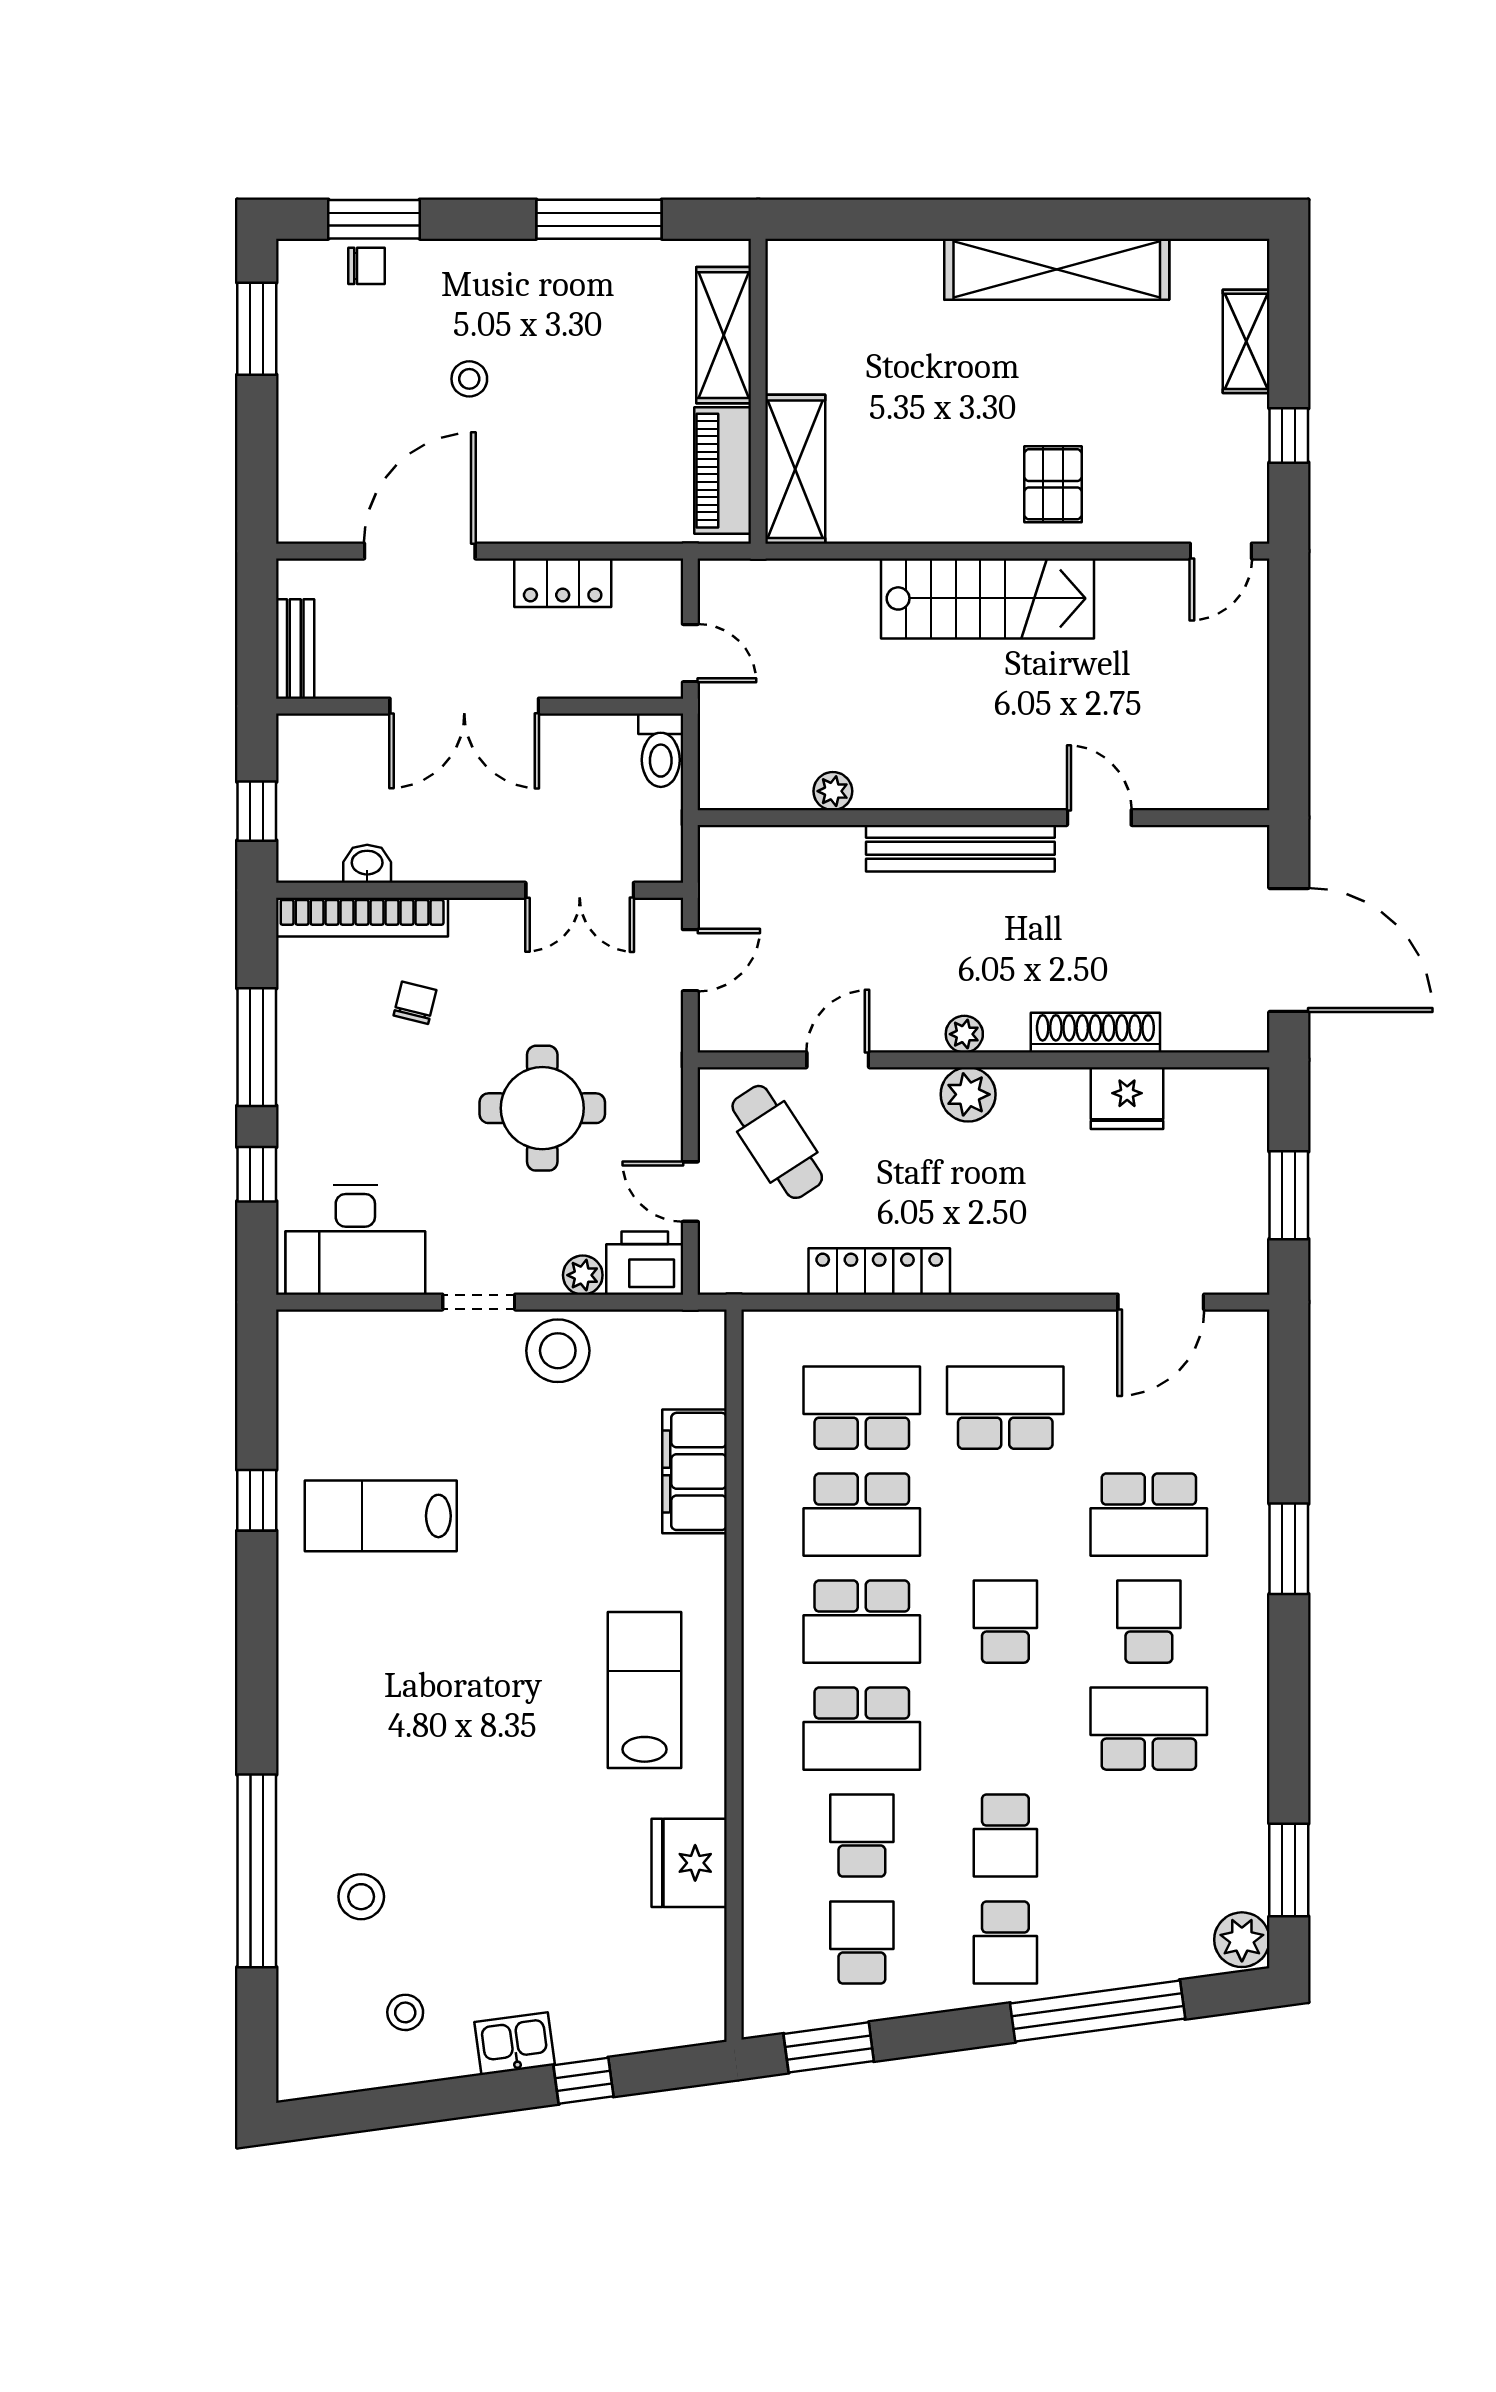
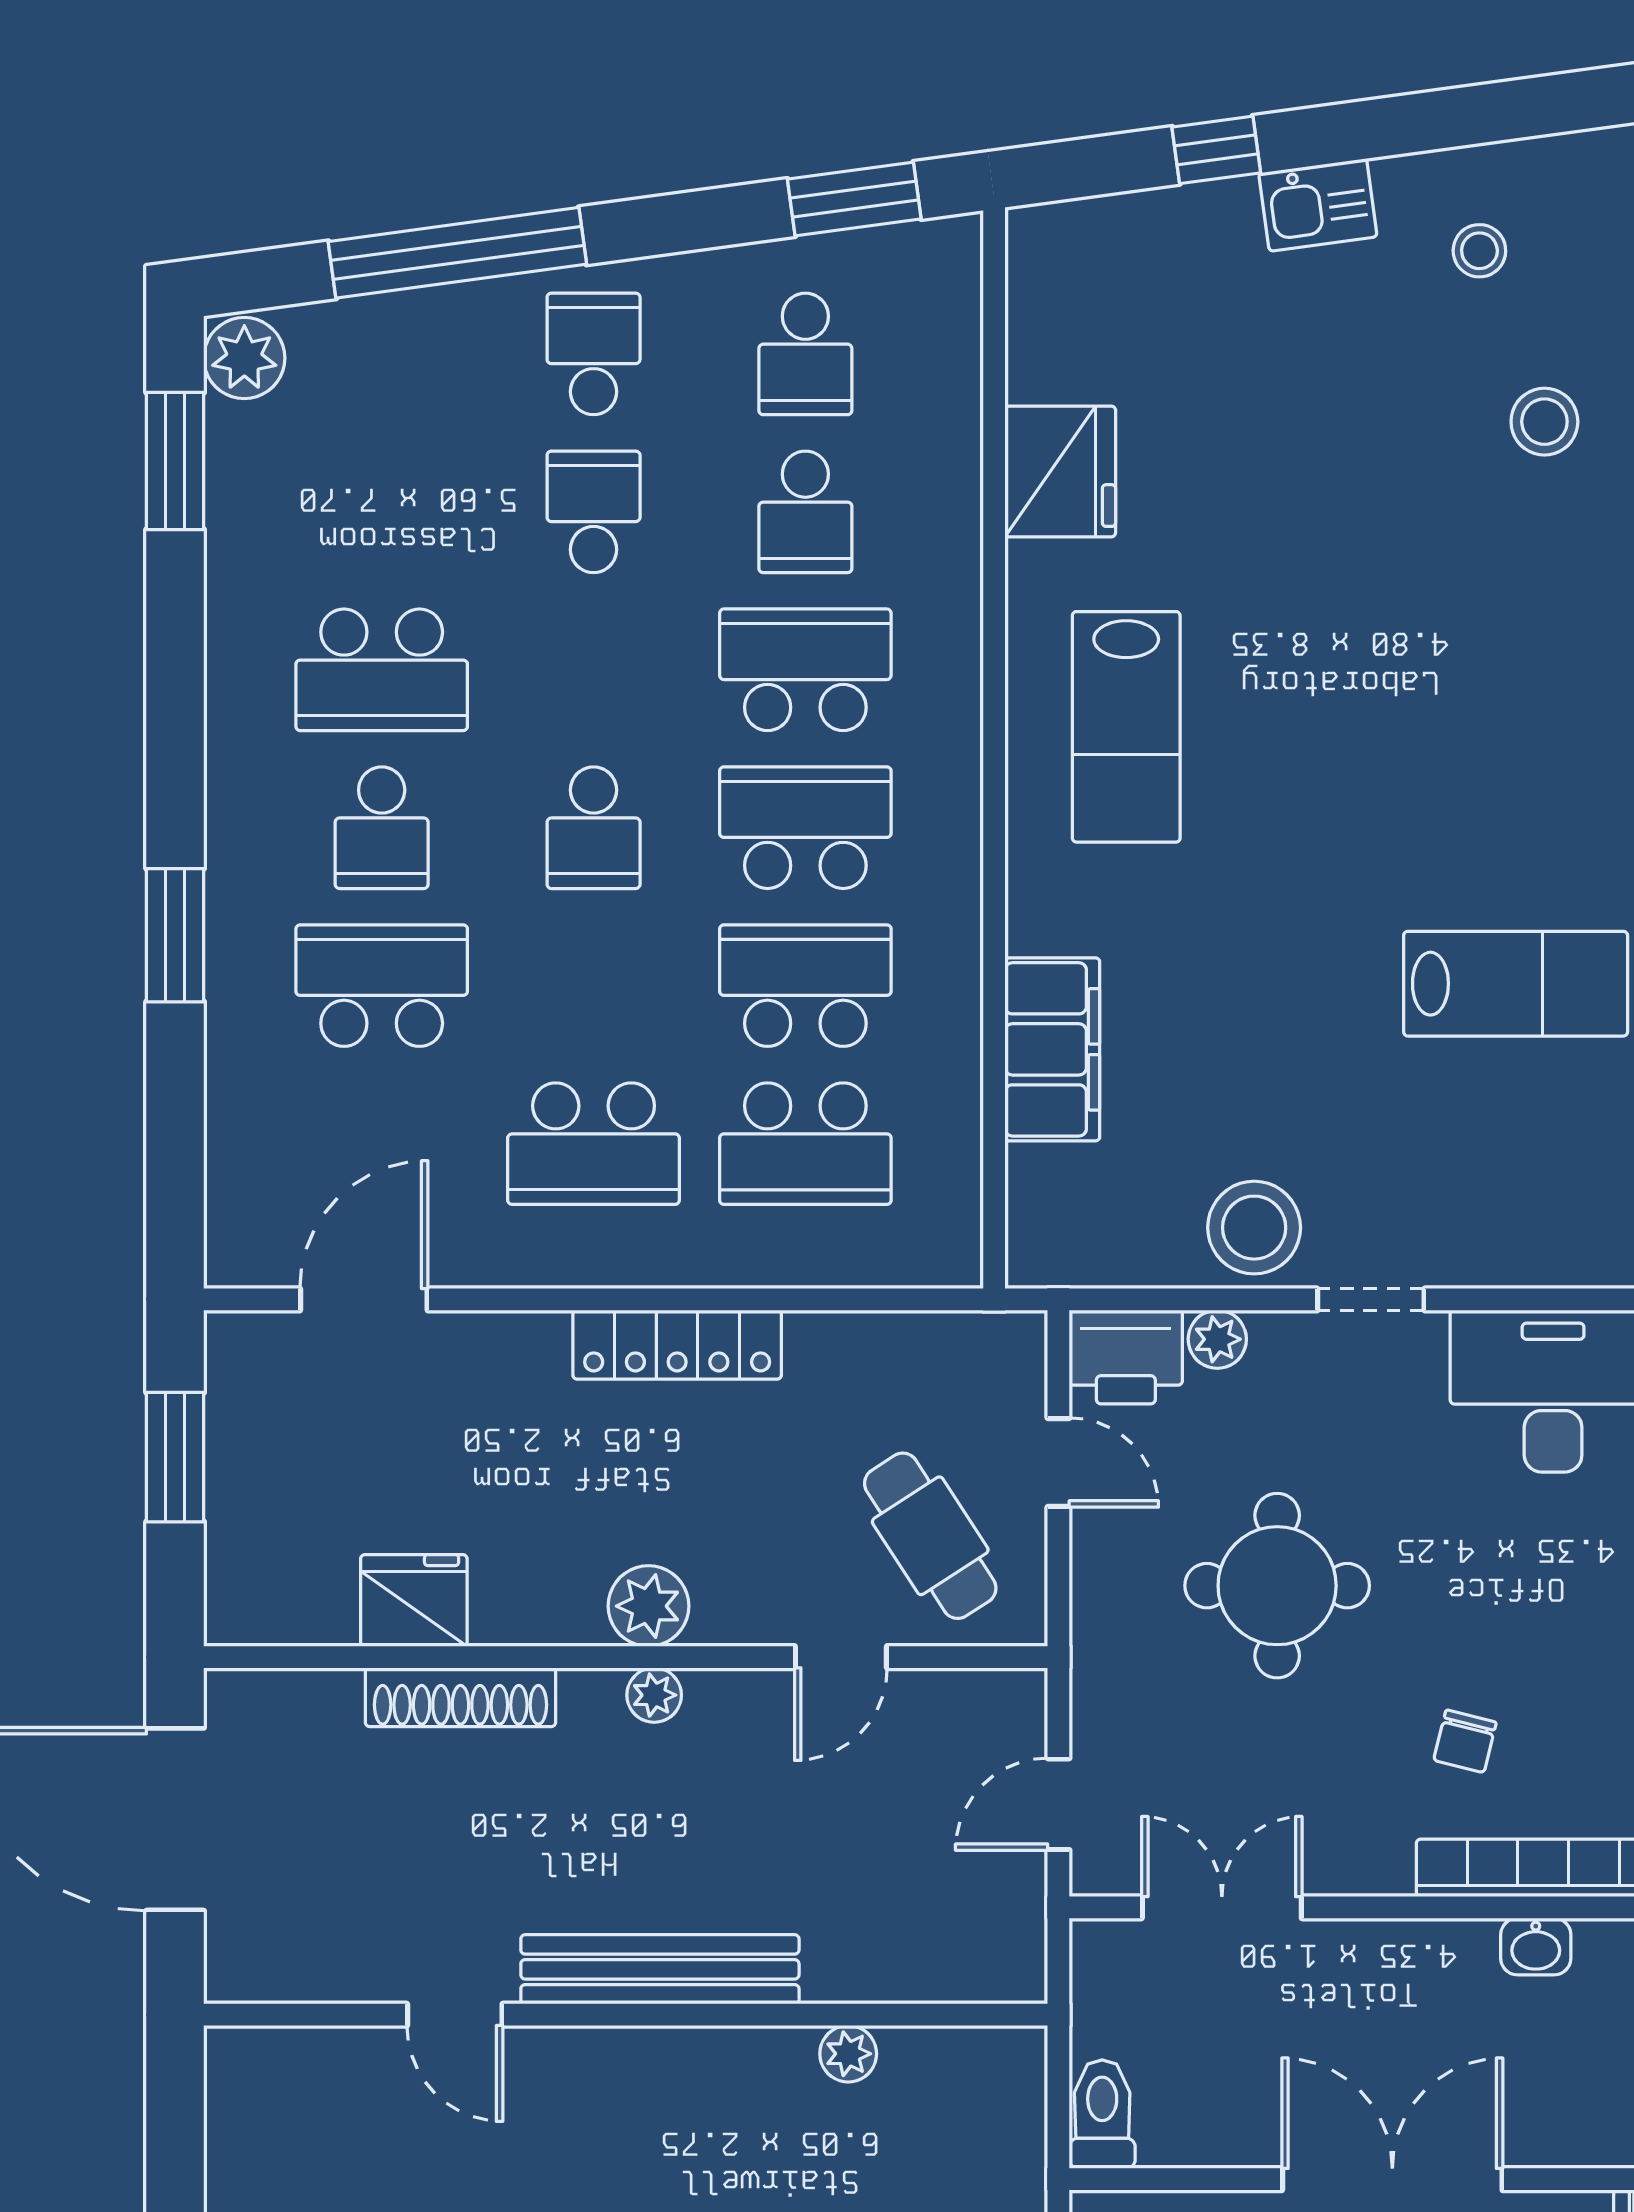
locker: (879, 1271) -> (677, 1345), moved

